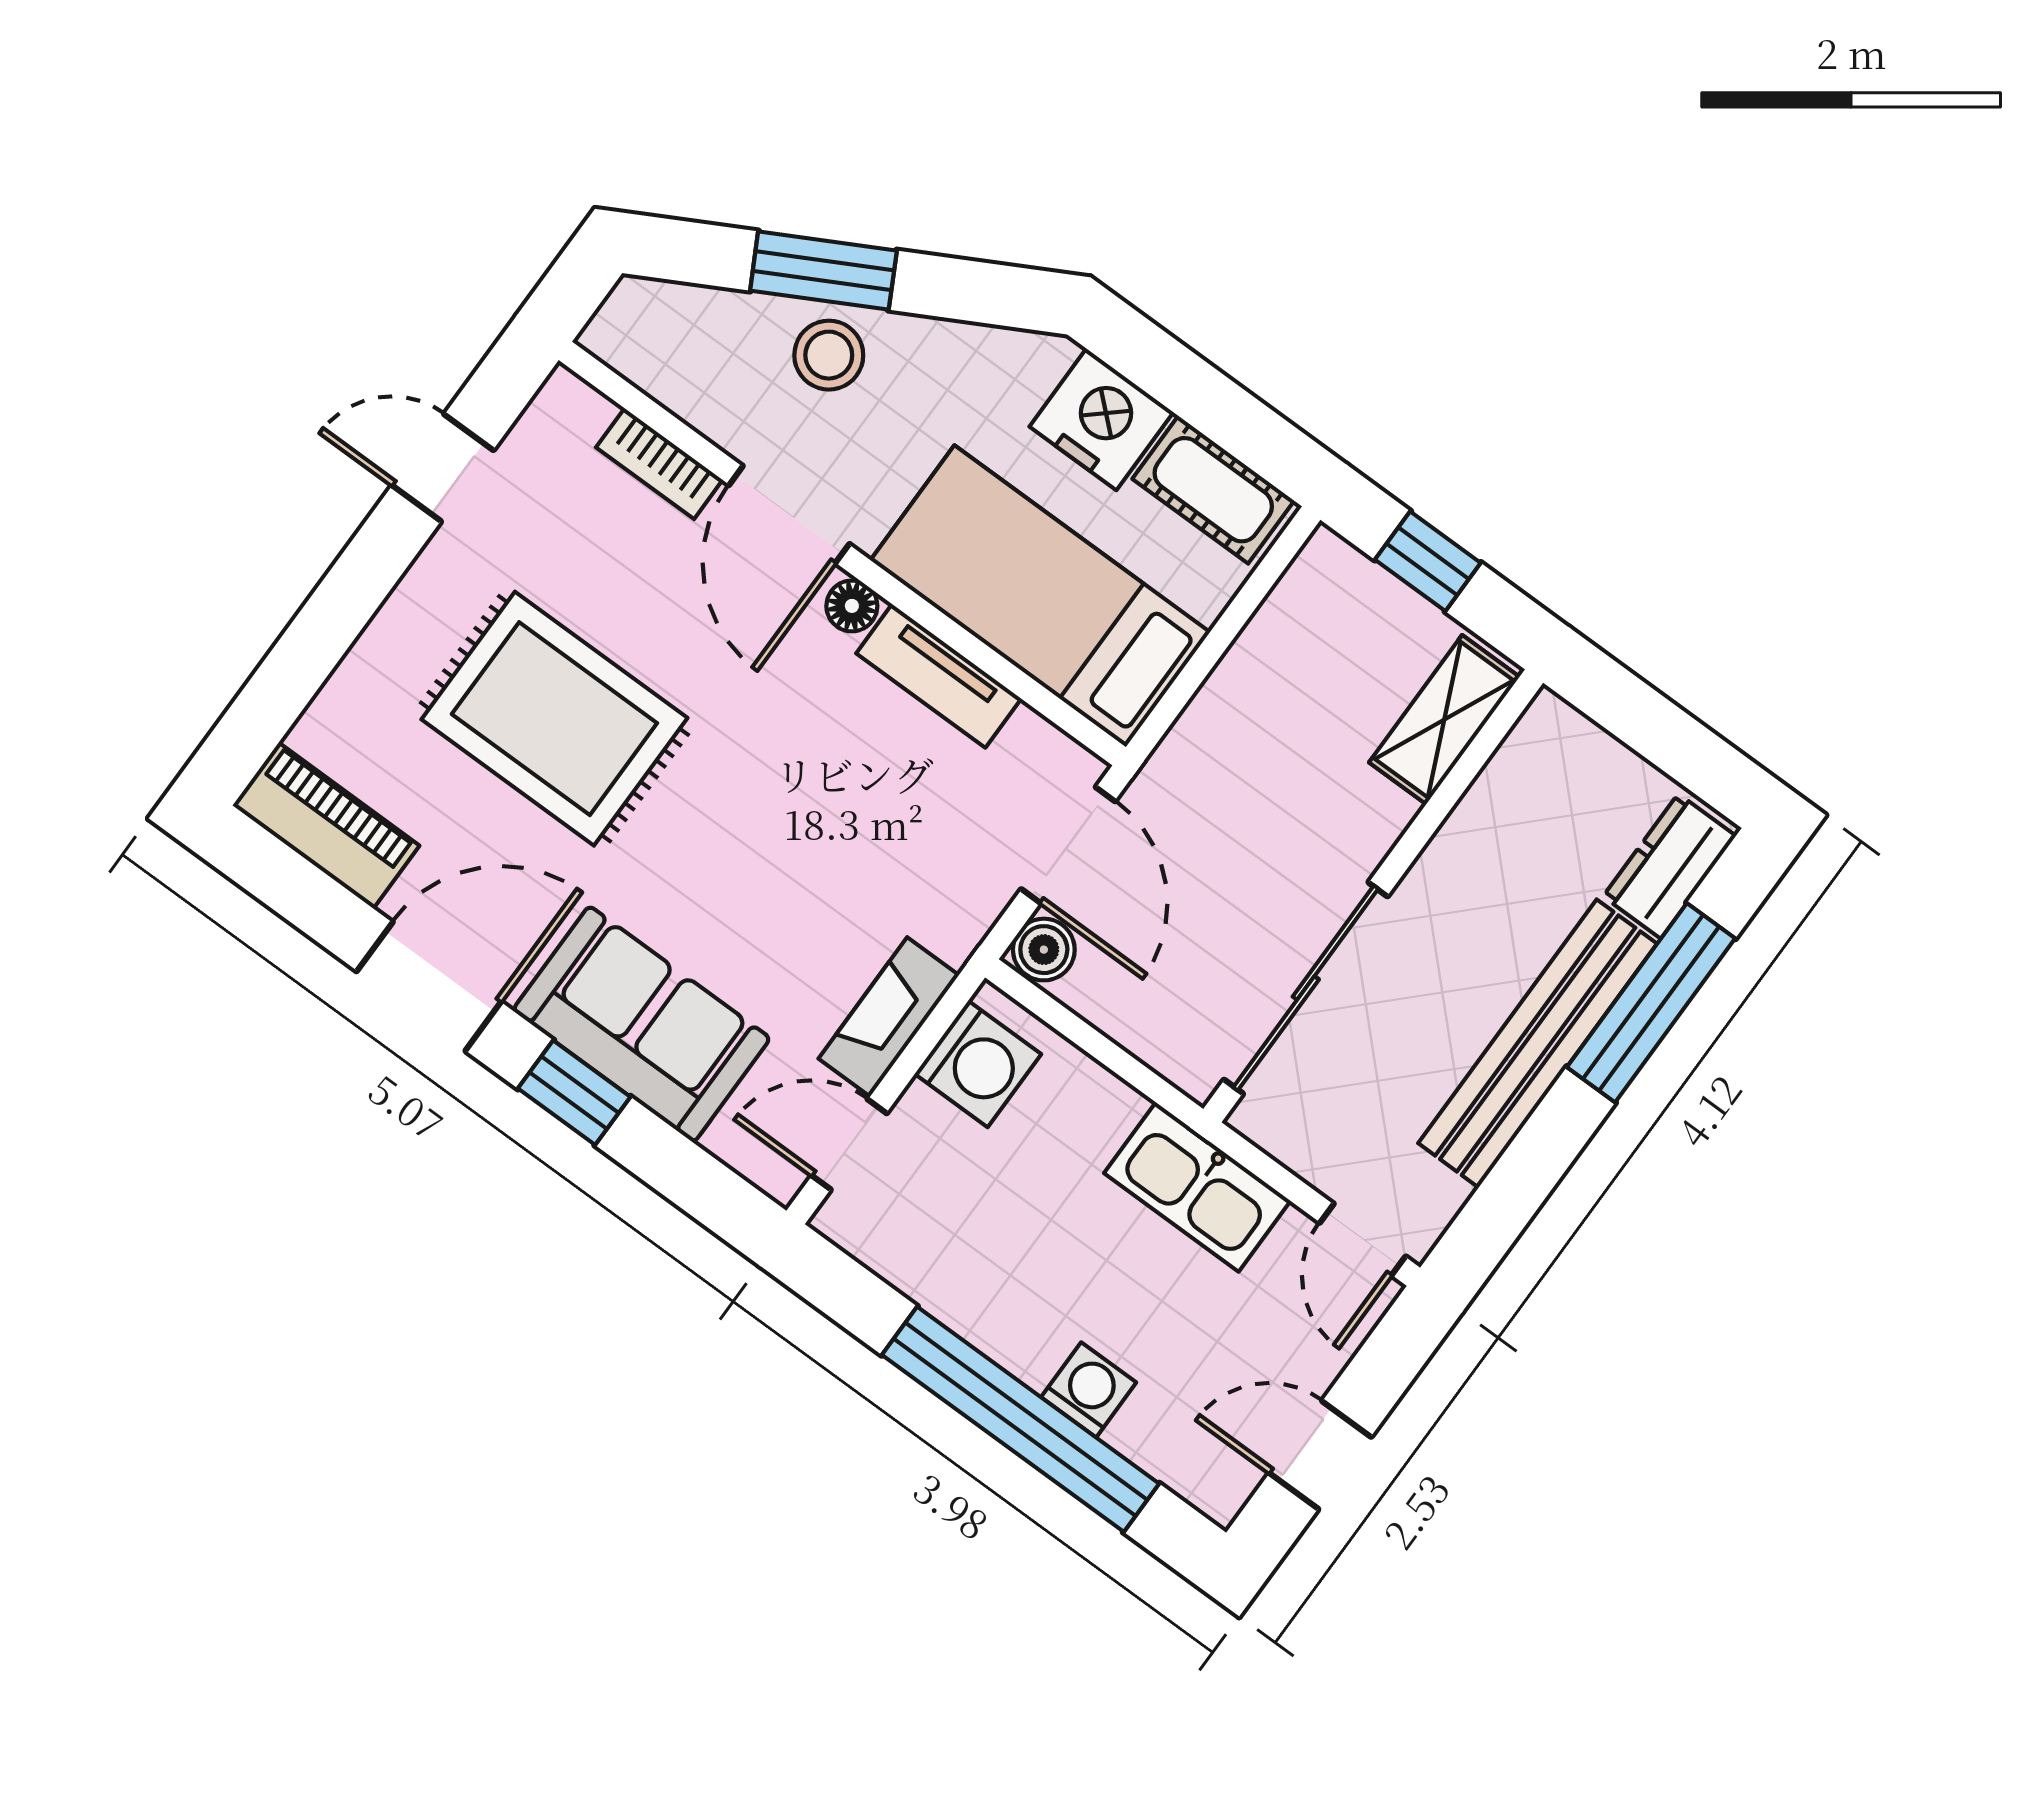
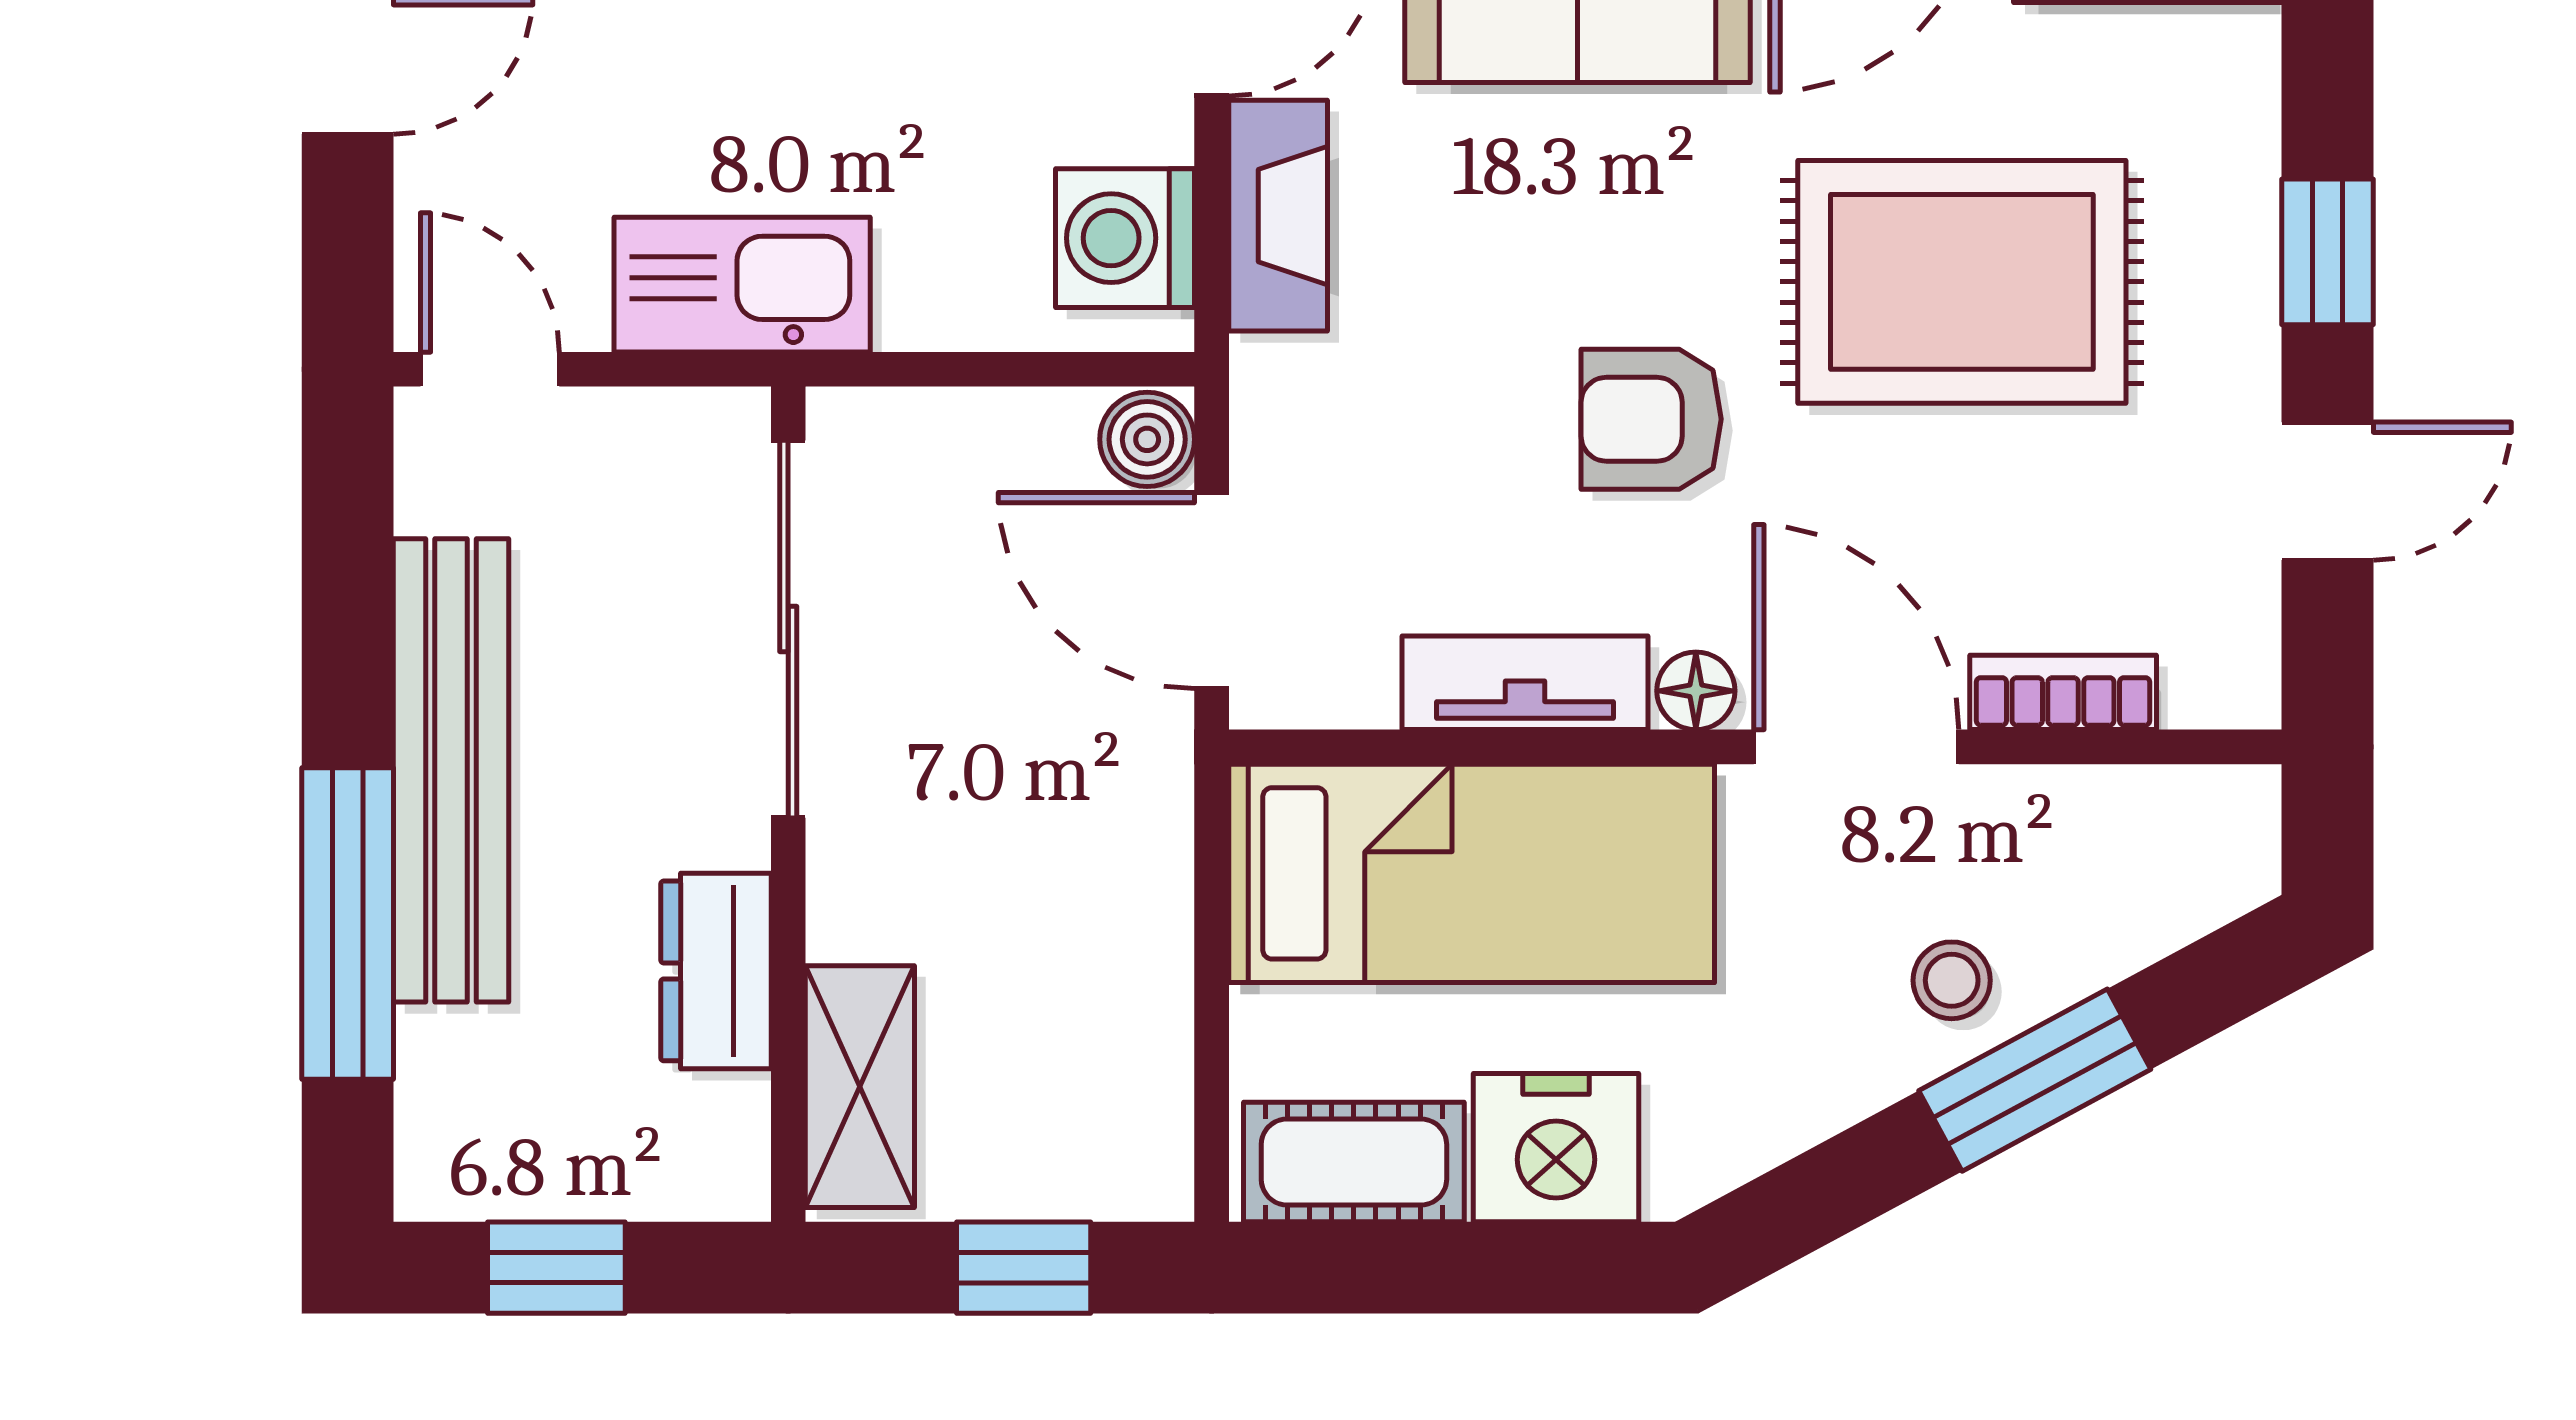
stool: (829, 355) -> (1952, 980), width x0.73, depth x0.73
window: (350, 594) -> (2328, 252), added
window: (1674, 741) -> (556, 1268), added
armchair: (771, 766) -> (1651, 419), added
dresser: (1669, 866) -> (716, 971), moved, turned 180

